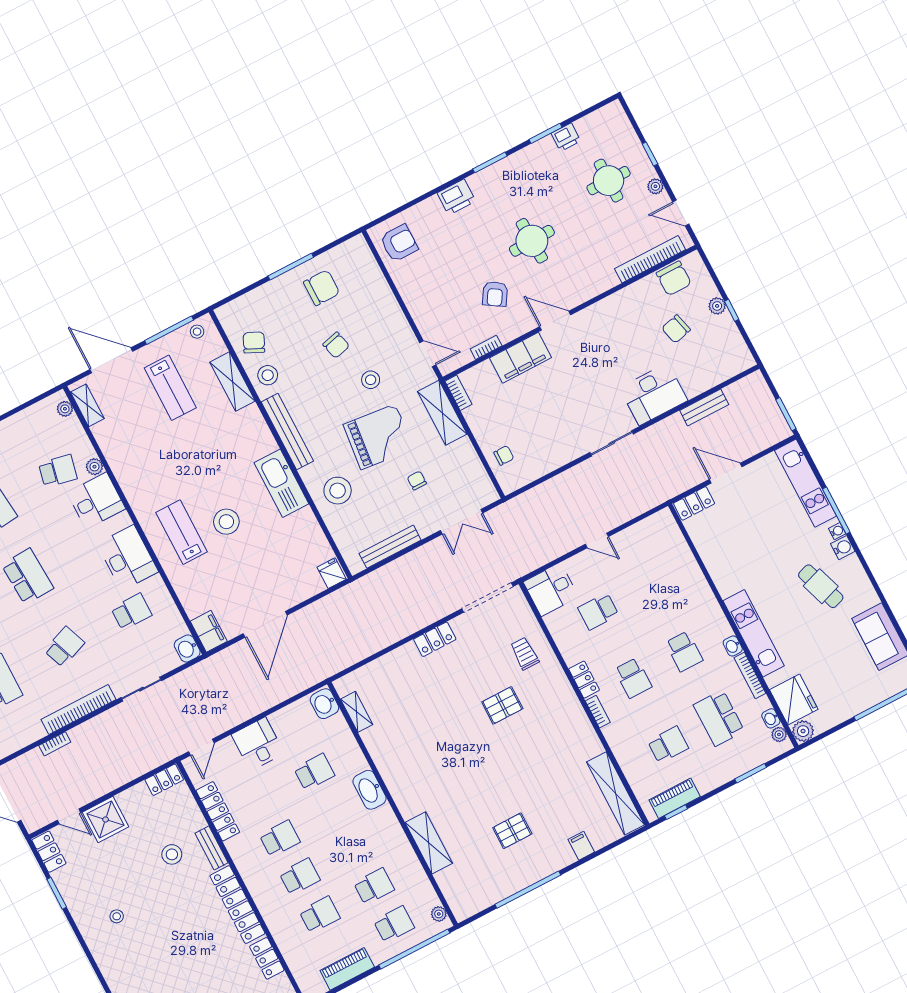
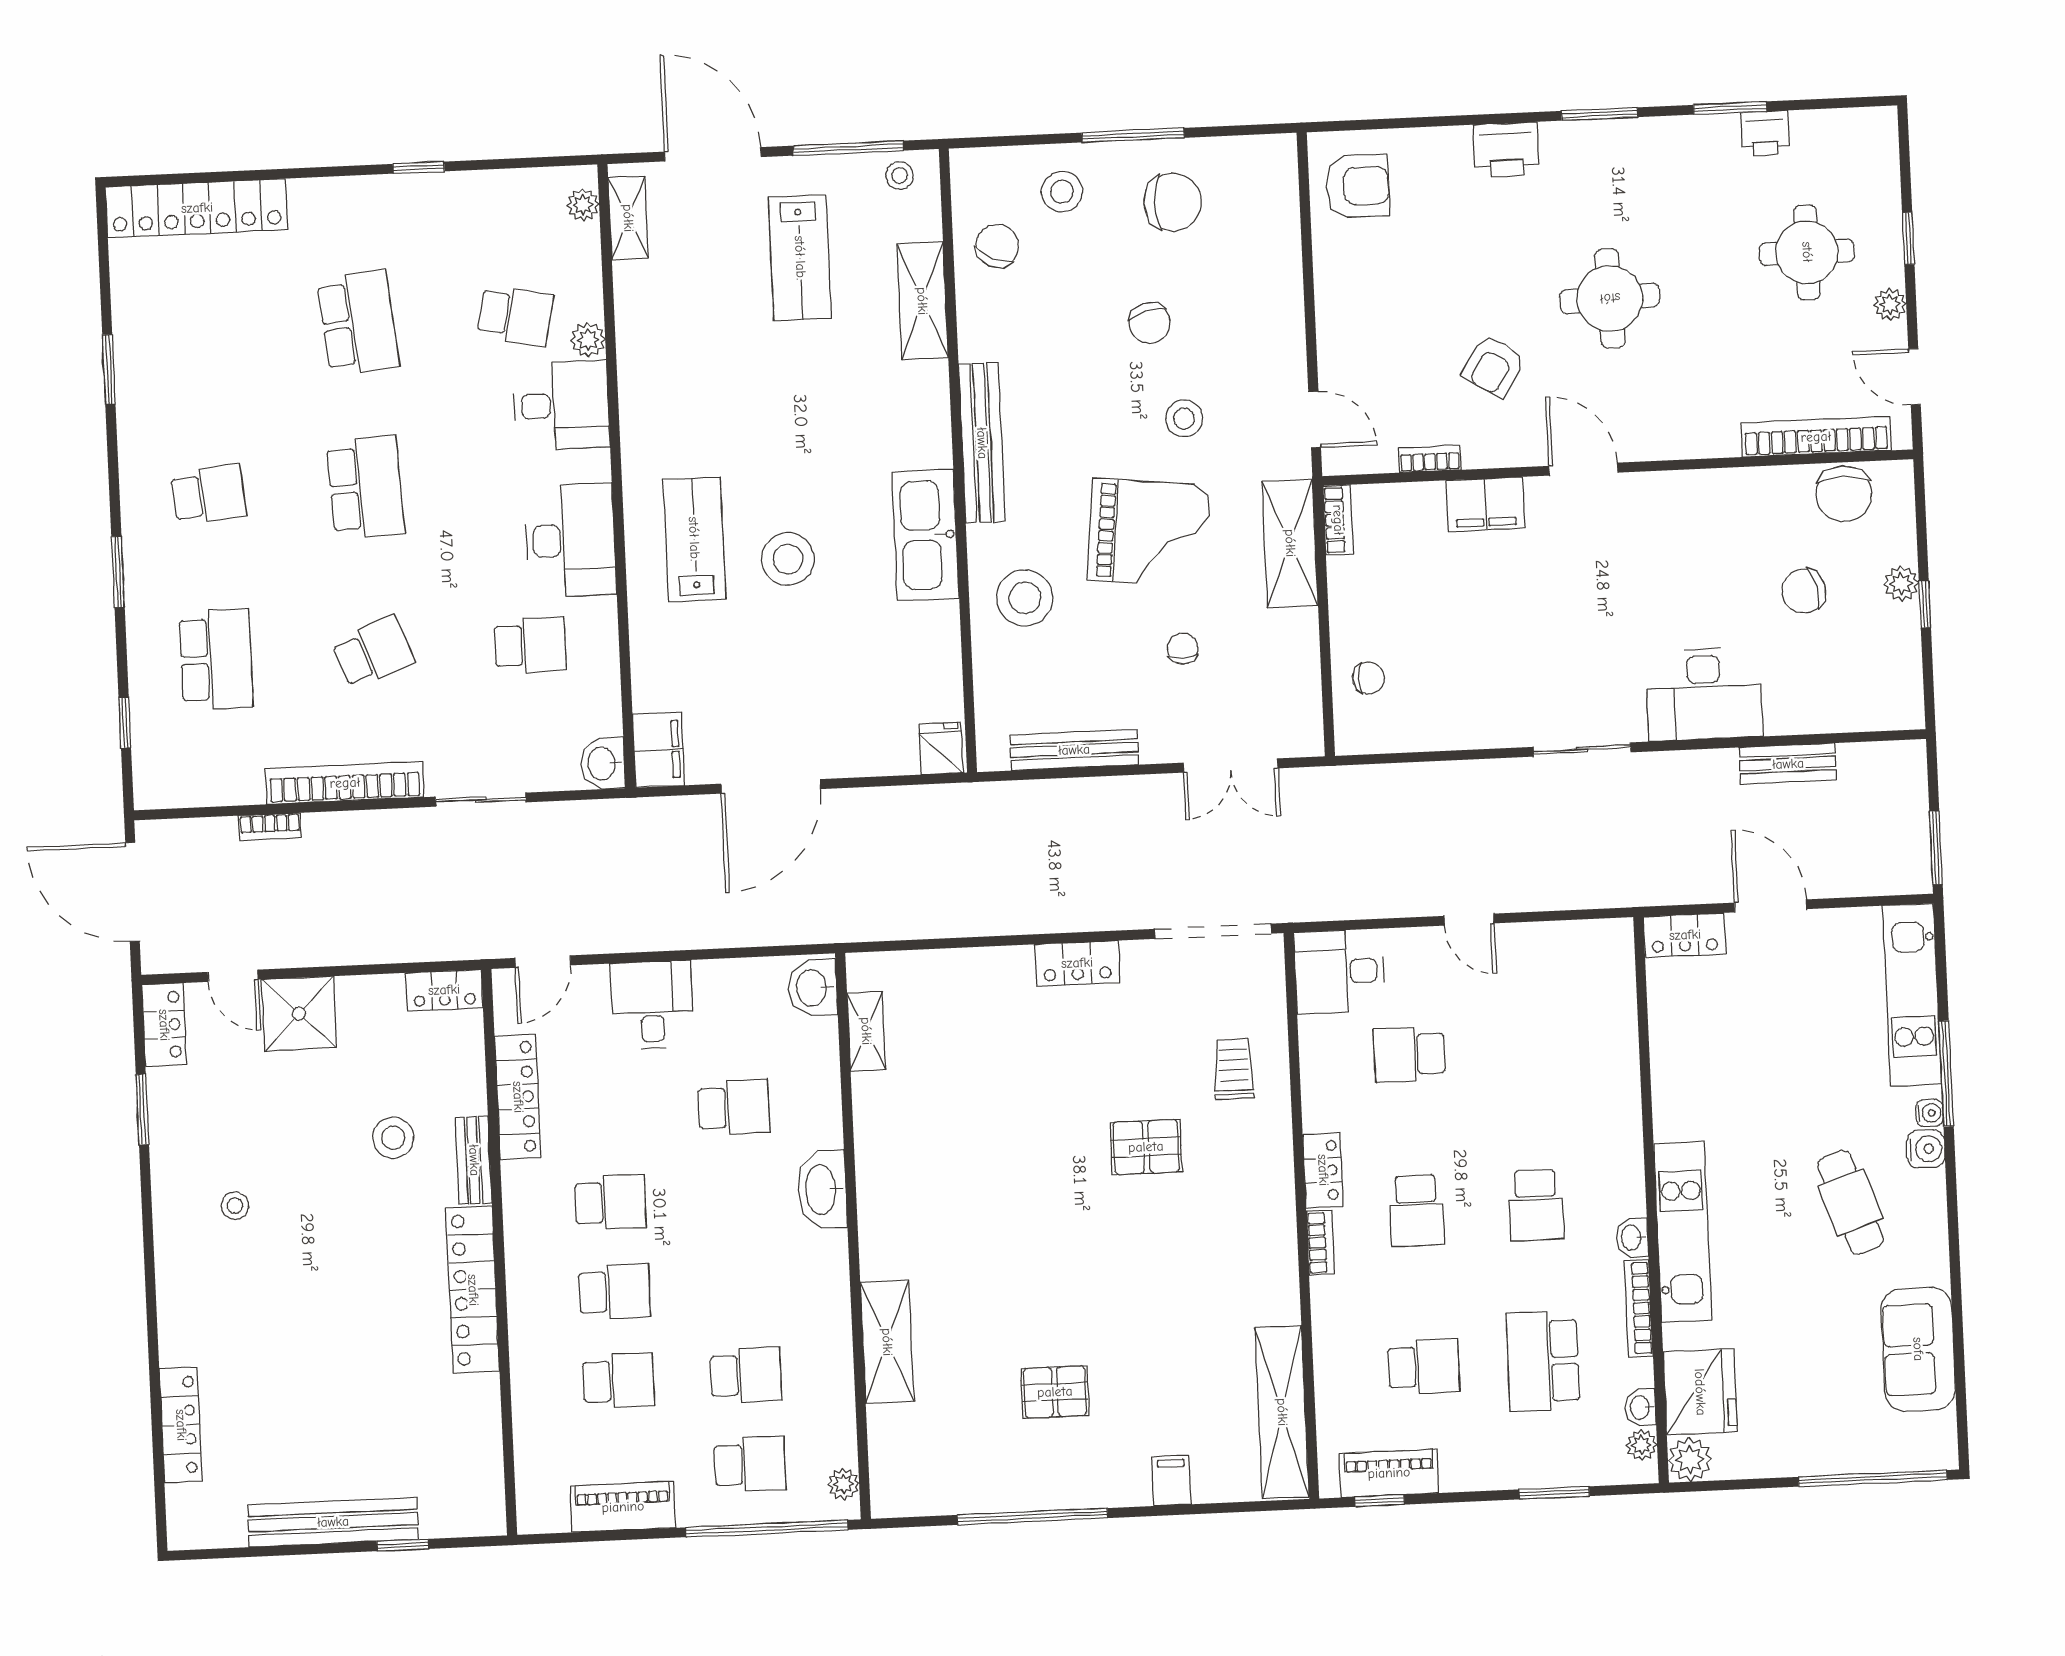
filing cabinet: (521, 358) -> (1486, 504), width x0.67, depth x0.86
stool: (268, 375) -> (1062, 192), moved
locker: (267, 958) -> (481, 1417), removed

